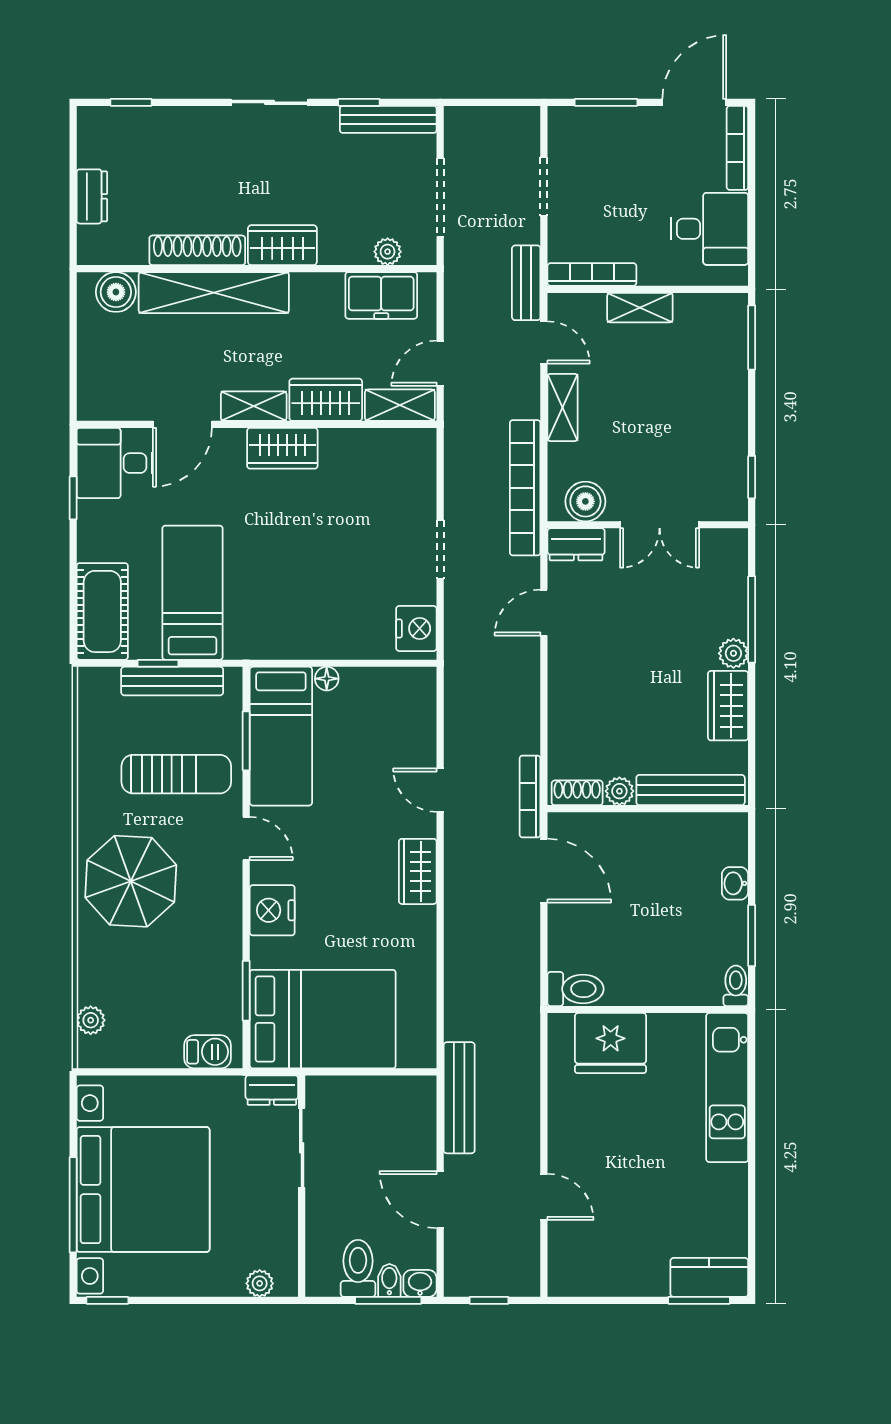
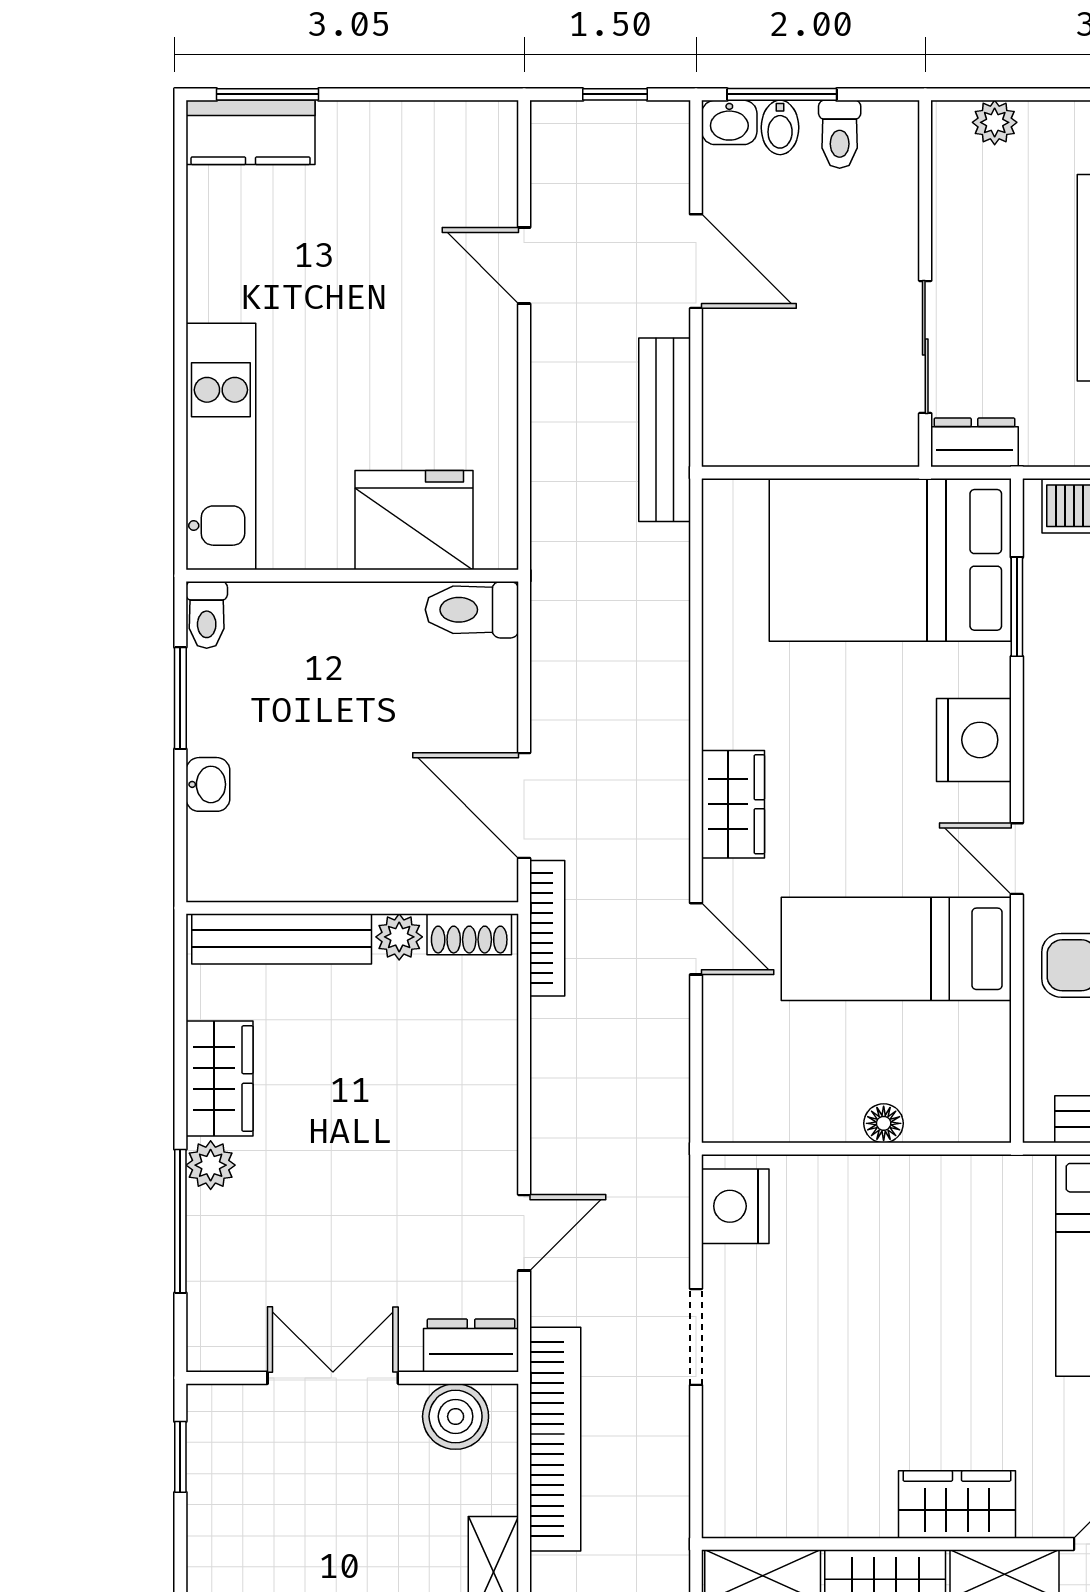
bed: (281, 736) -> (896, 949), moved, turned -90
window: (246, 741) -> (1017, 1020), removed
toilet: (358, 1268) -> (840, 134), width x0.73, depth x0.72

